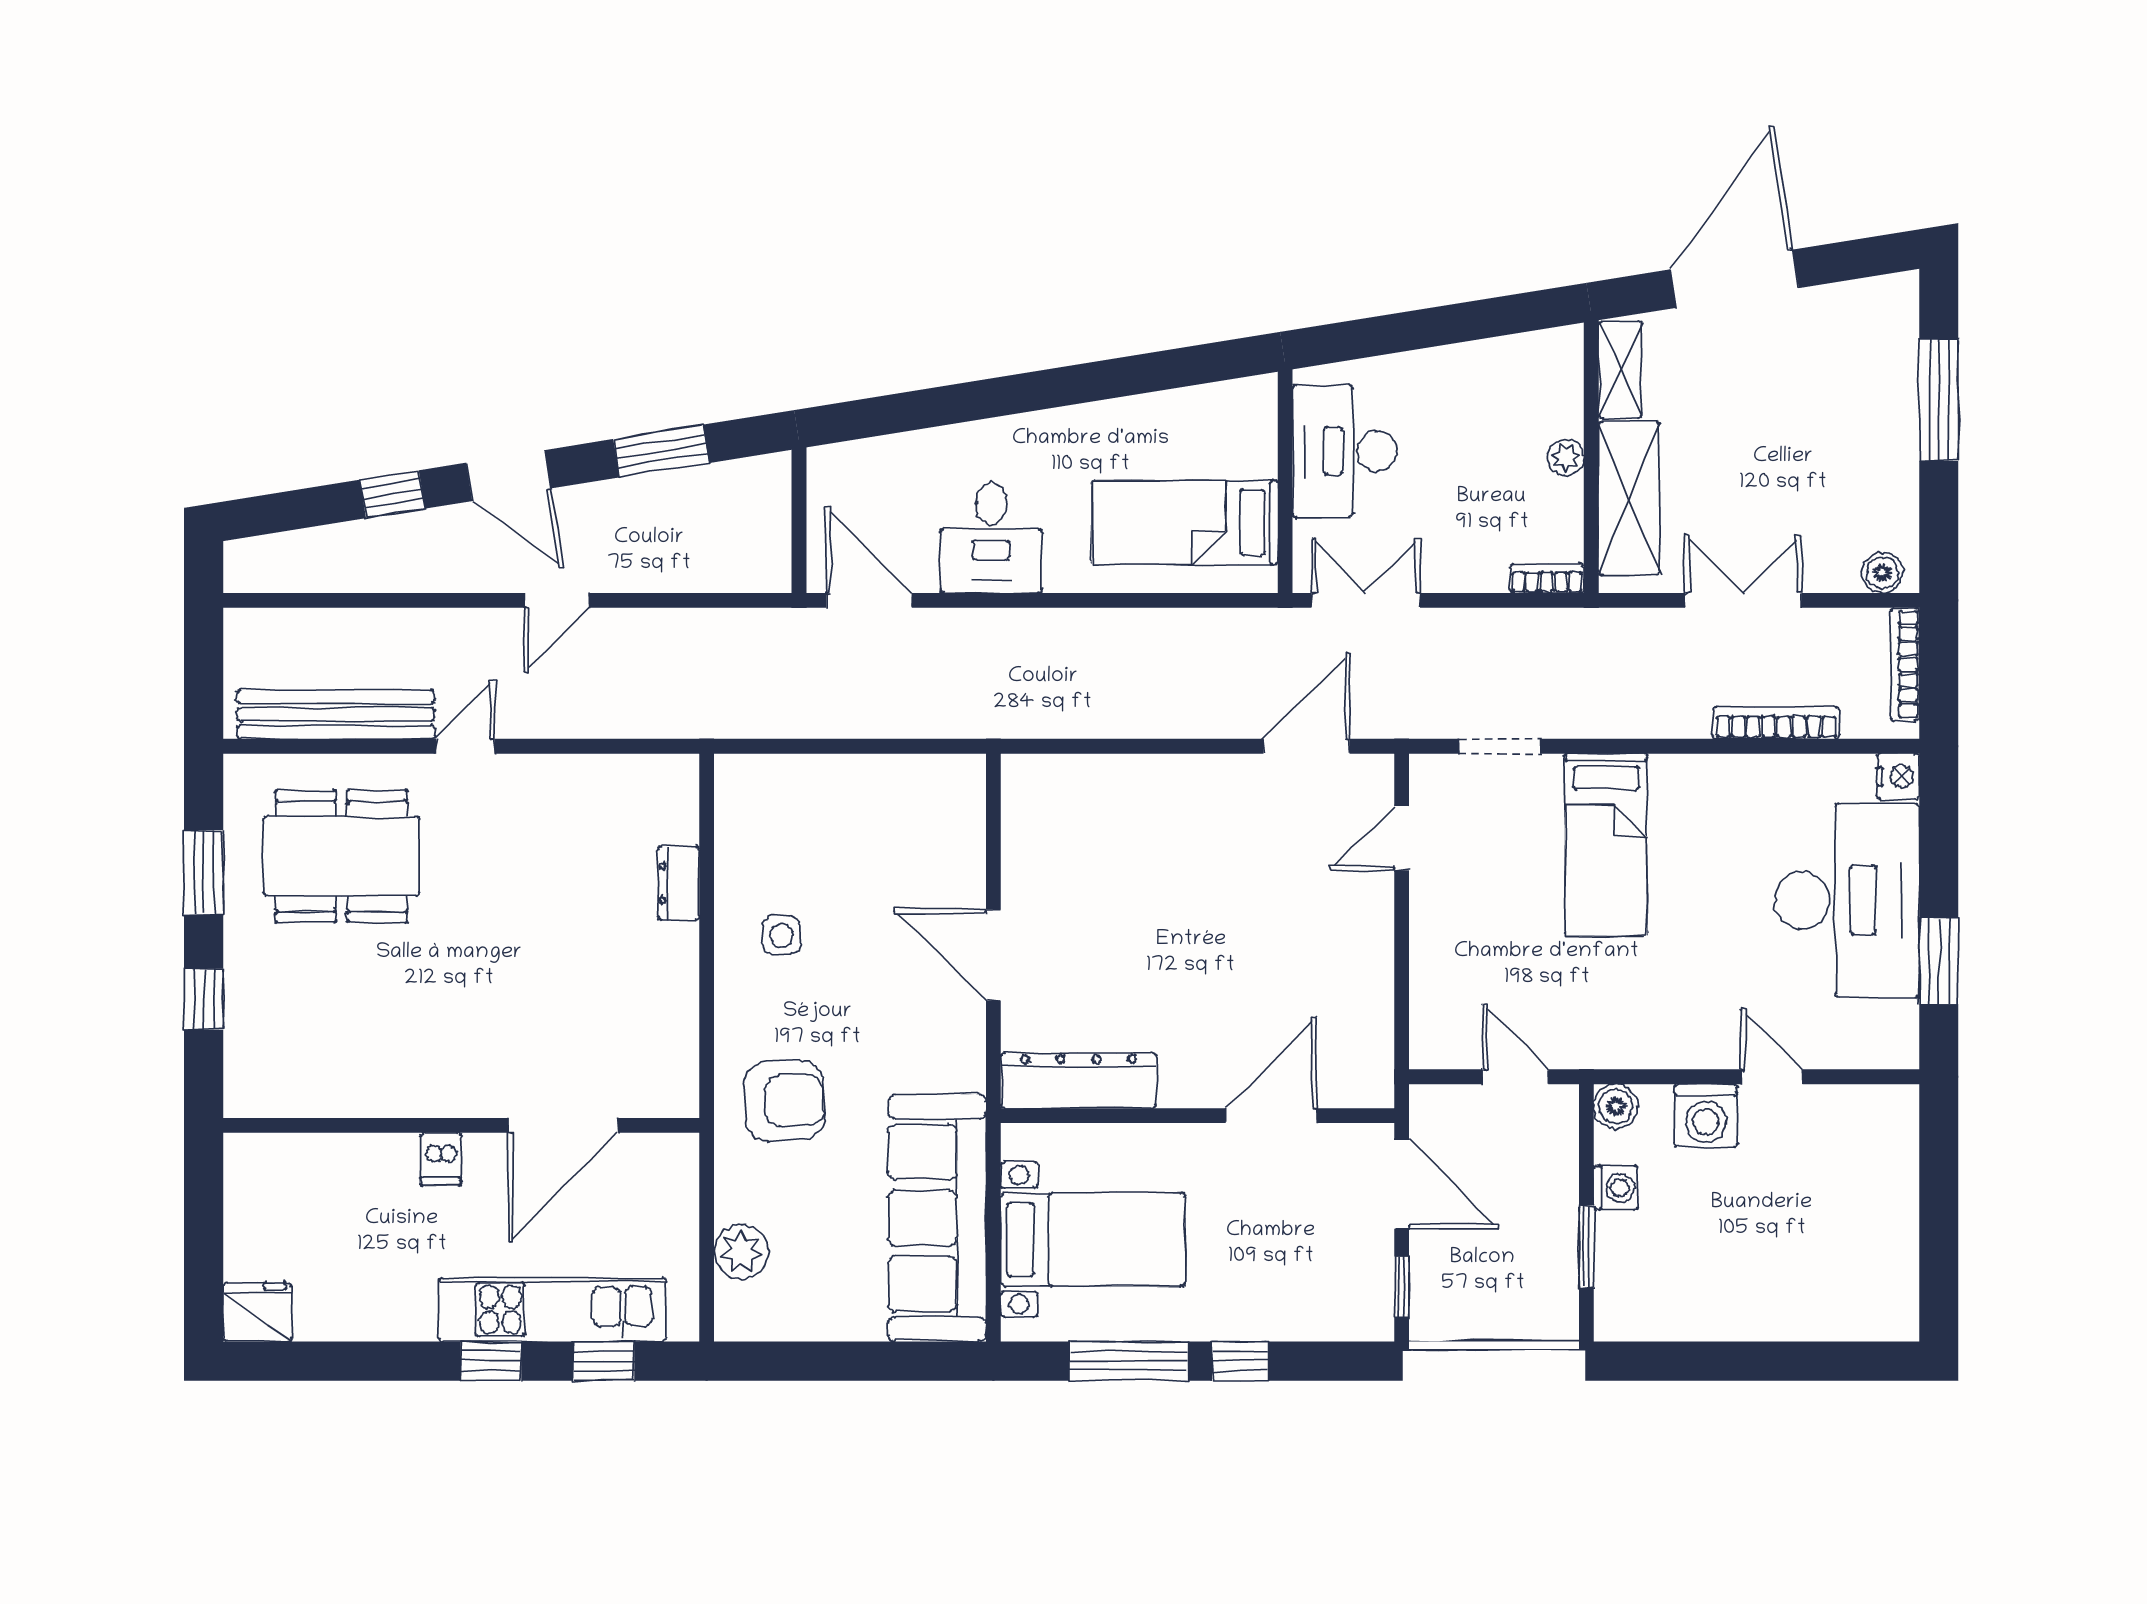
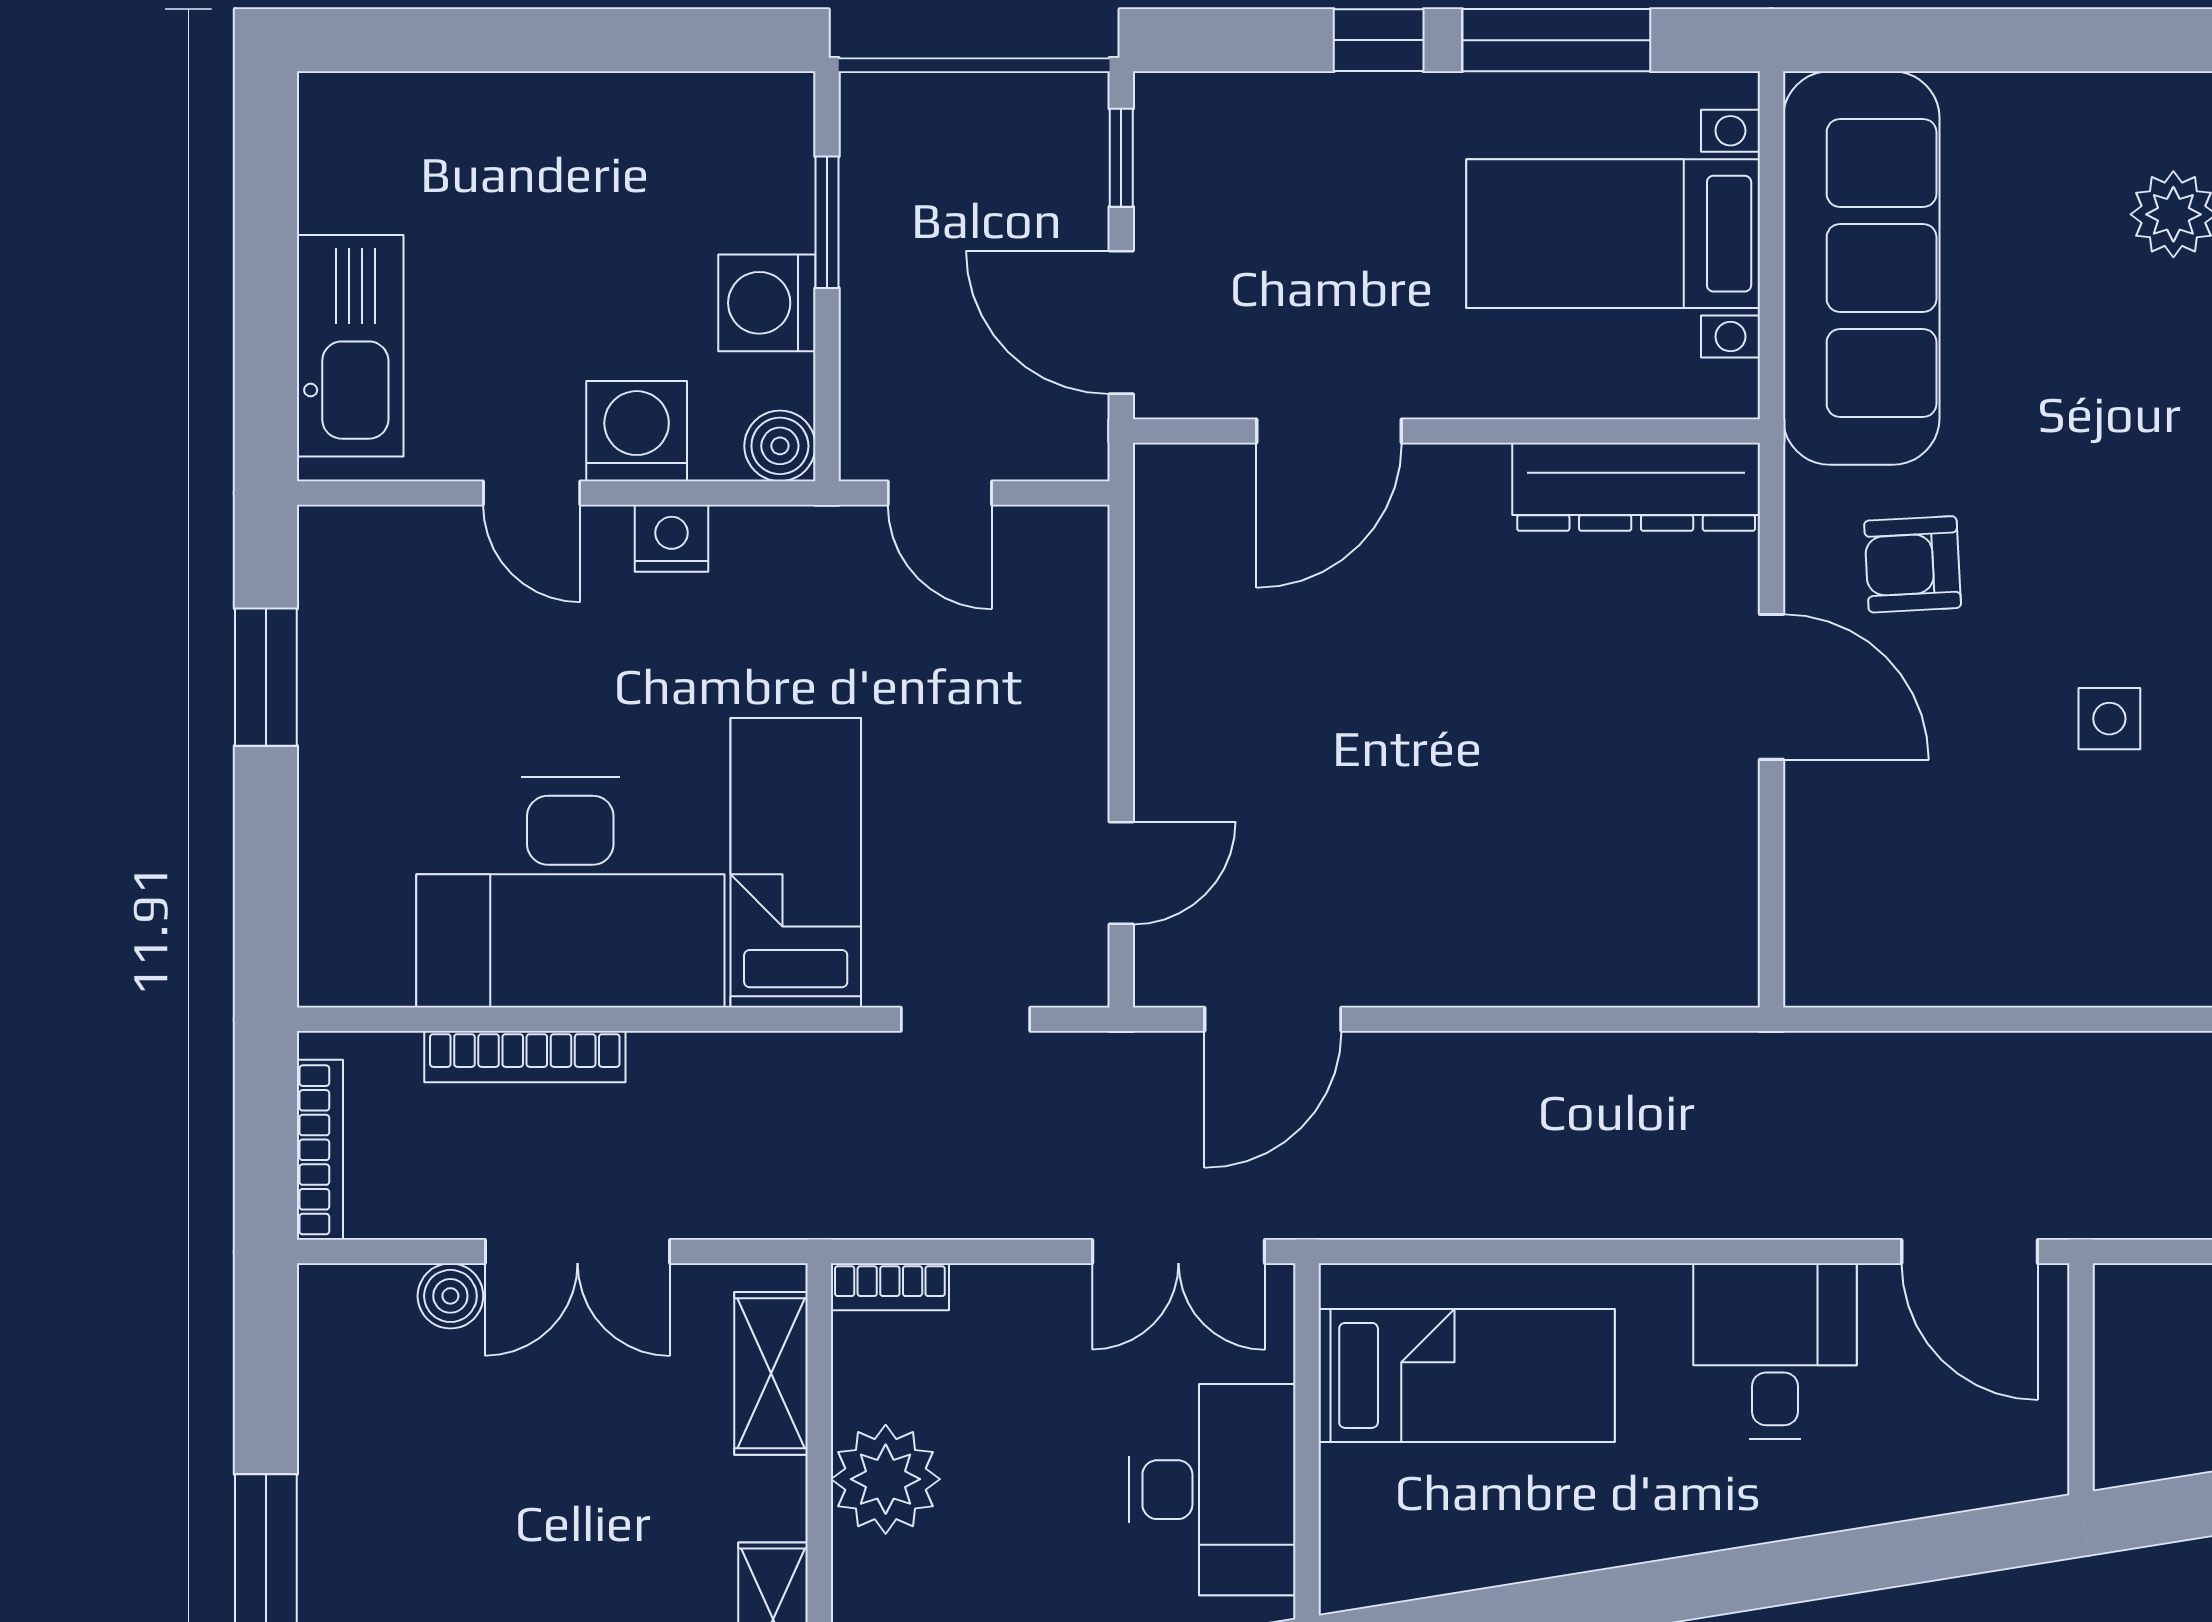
plant: (1566, 458) -> (886, 1479), width x1.88, depth x1.88
shelving: (1629, 498) -> (771, 1373), width x0.67, depth x0.75
boiler: (1882, 573) -> (450, 1296), moved
nightstand: (1898, 776) -> (672, 538), moved, turned 90
desk: (1847, 900) -> (570, 892), moved, turned -90
armchair: (784, 1101) -> (1913, 564), moved, width x0.72, depth x0.72
kitchen sink: (1886, 1169) -> (350, 346), added
washing machine: (1616, 1188) -> (767, 303), width x1.38, depth x1.38

